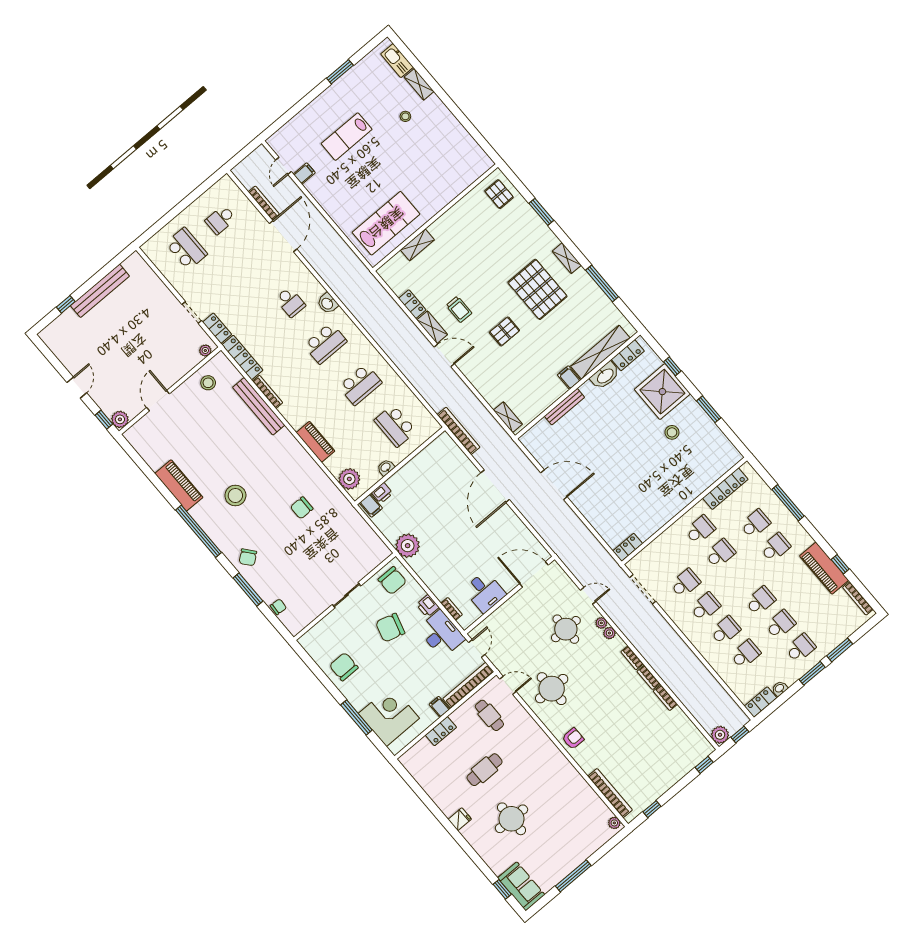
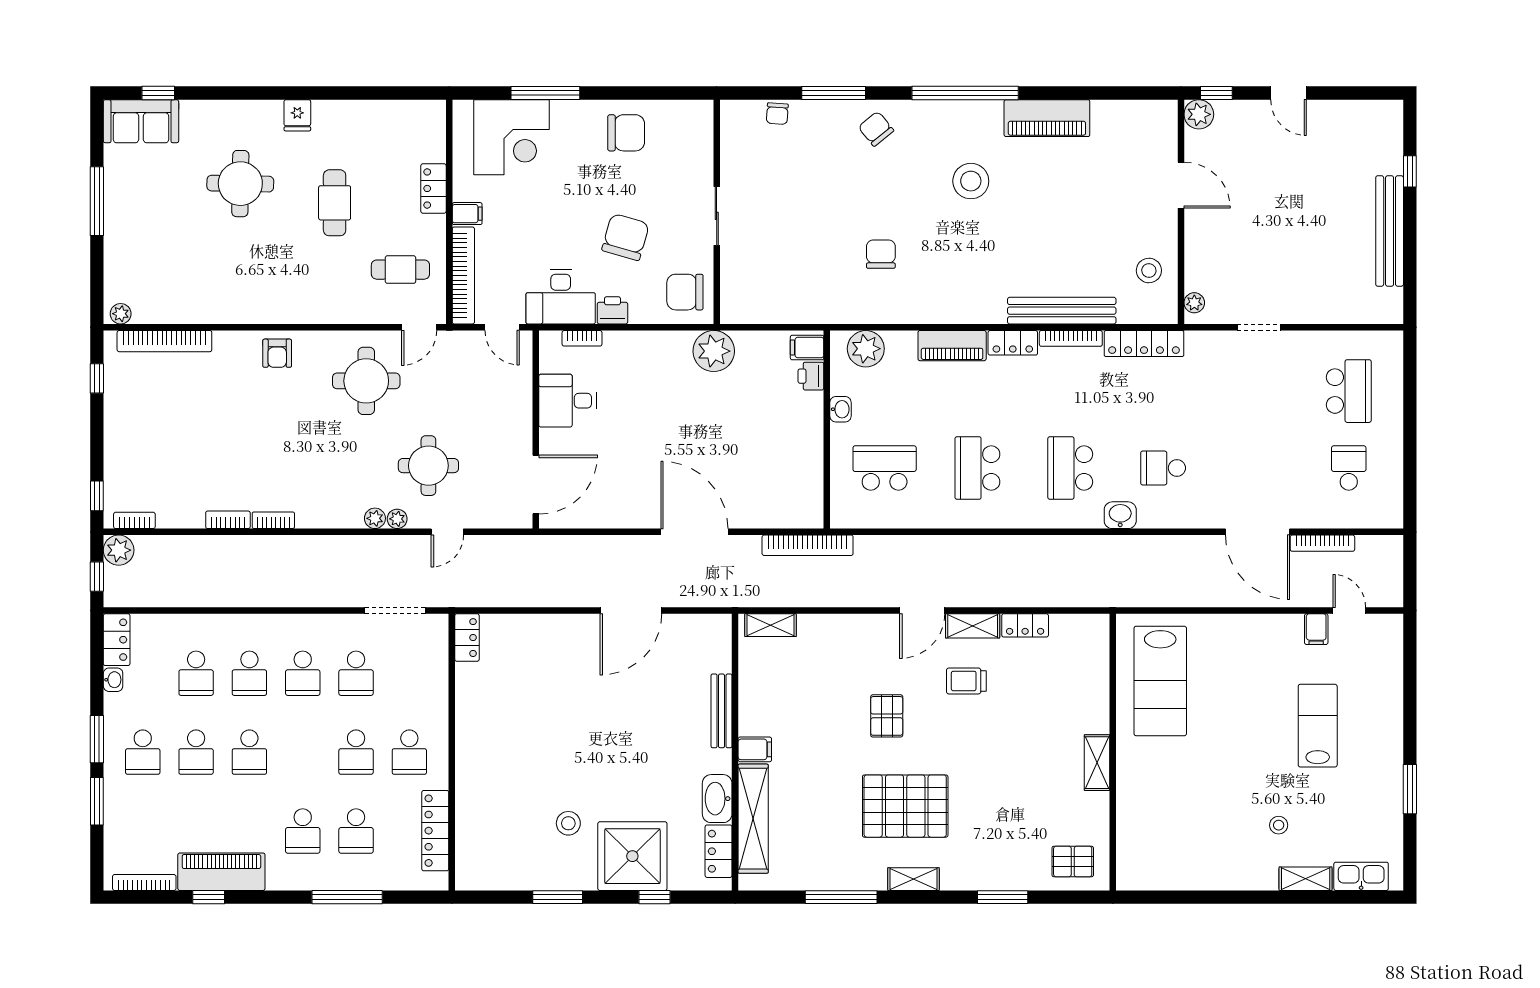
shelving: (417, 245) -> (1097, 763), moved
school desk: (186, 249) -> (1349, 391), turned -90
locker: (217, 328) -> (1013, 343), moved
bookcase: (632, 658) -> (134, 520), moved

